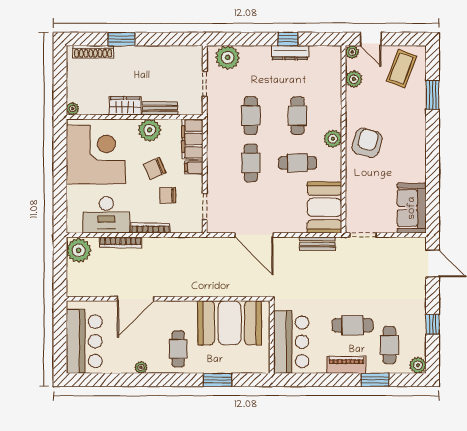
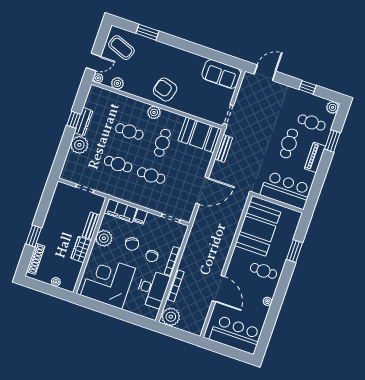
plant: (228, 57) -> (79, 145), moved
plant: (73, 109) -> (56, 282), moved
chair: (168, 195) -> (152, 256), moved

